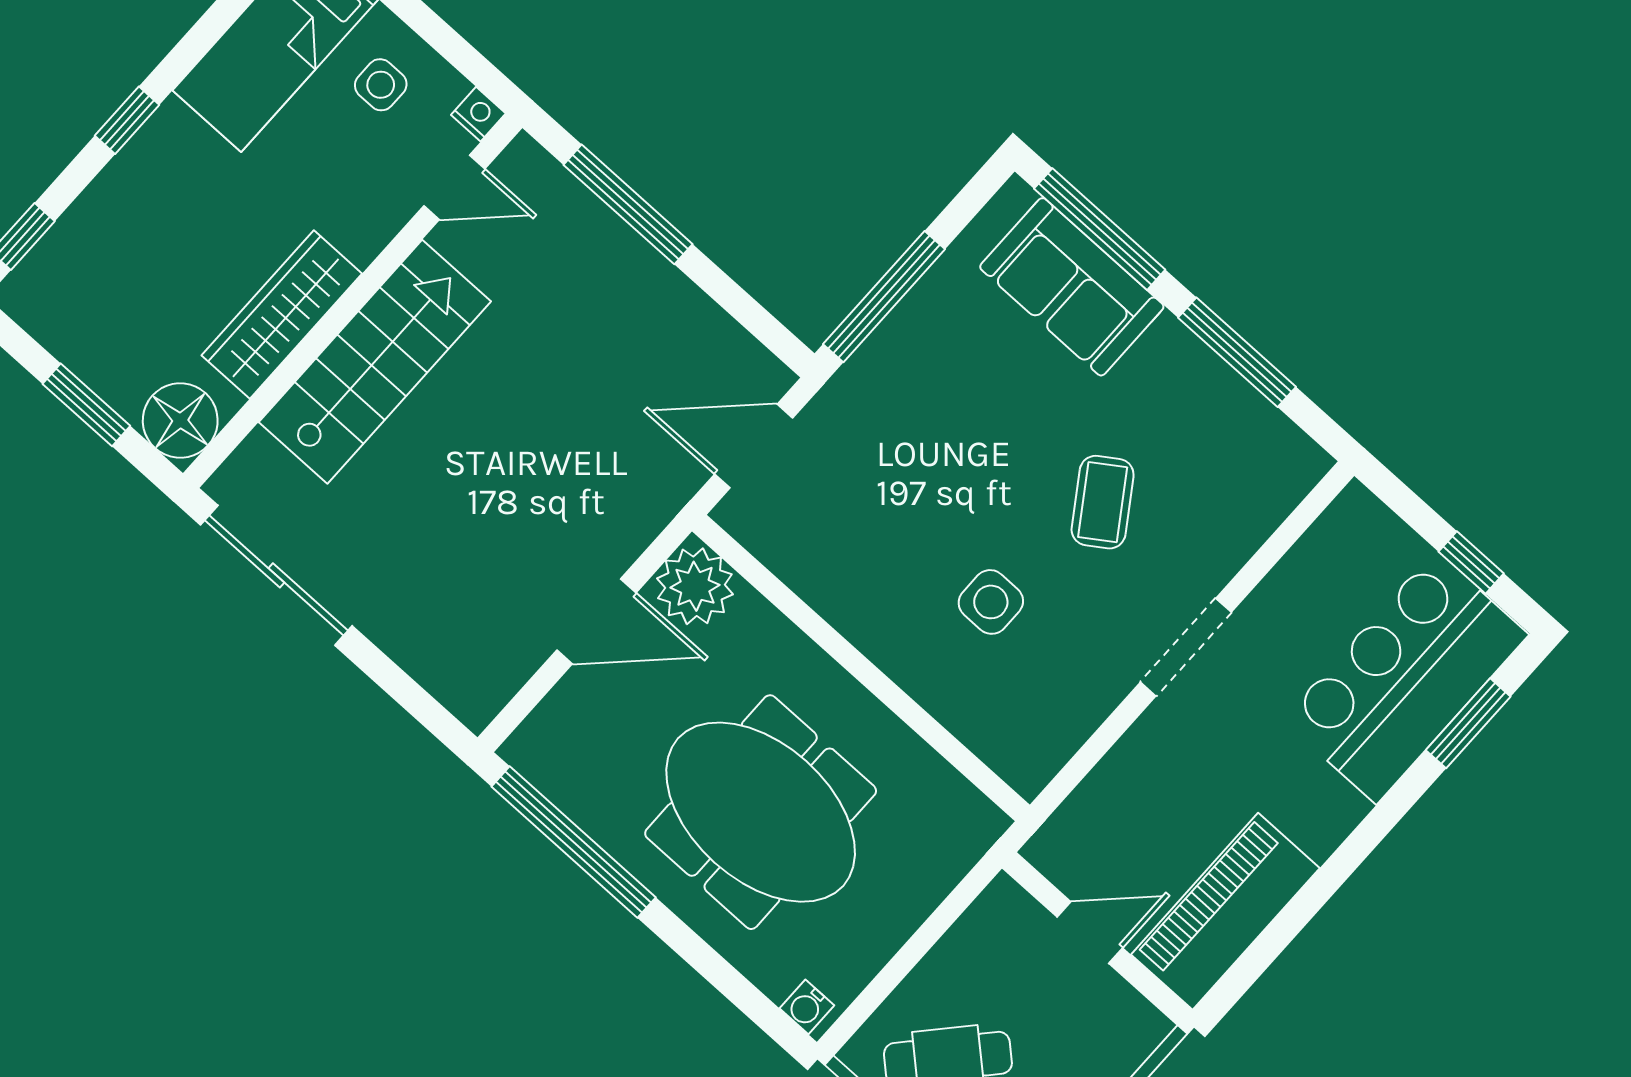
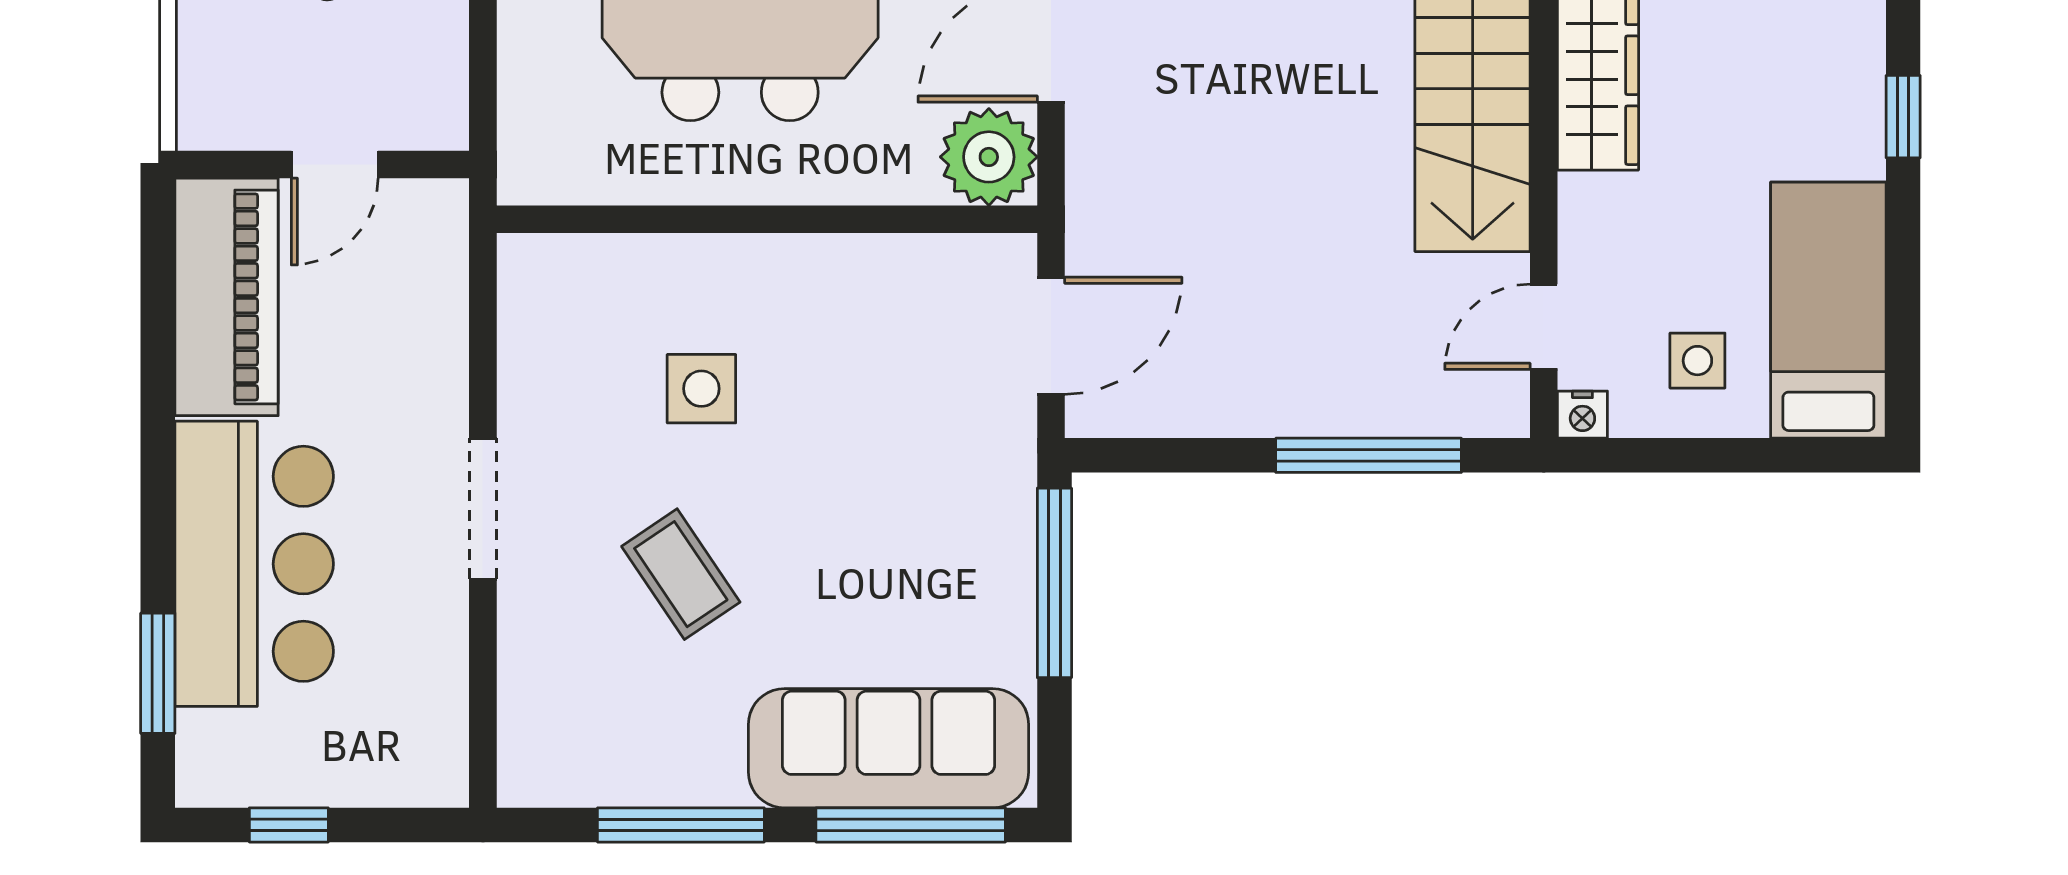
sofa: (1072, 287) -> (889, 748), width x1.36
bar counter: (1405, 677) -> (254, 564), moved

